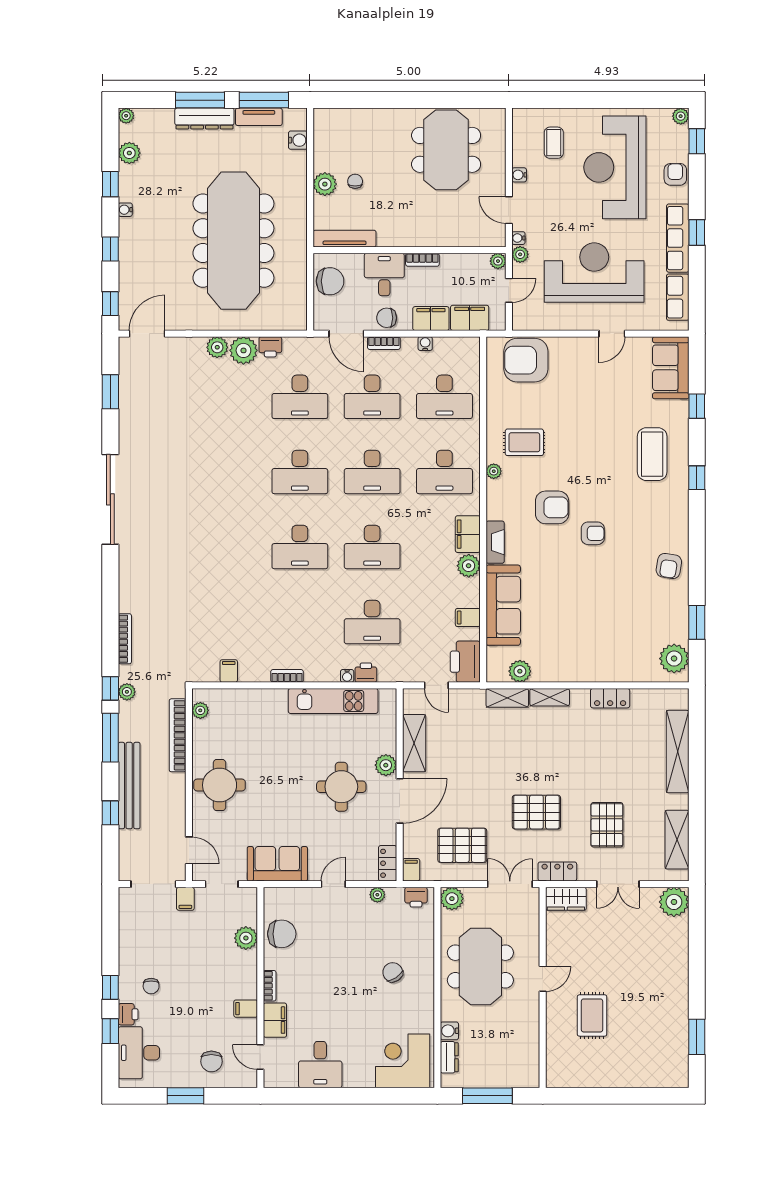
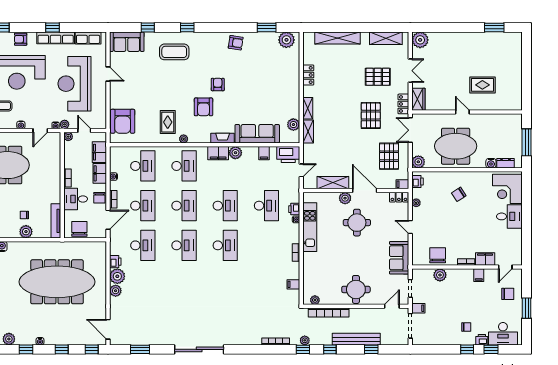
armchair: (552, 507) -> (203, 107), turned 180
window: (110, 738) -> (330, 349), width x0.46
desk: (320, 1065) -> (509, 216), moved

